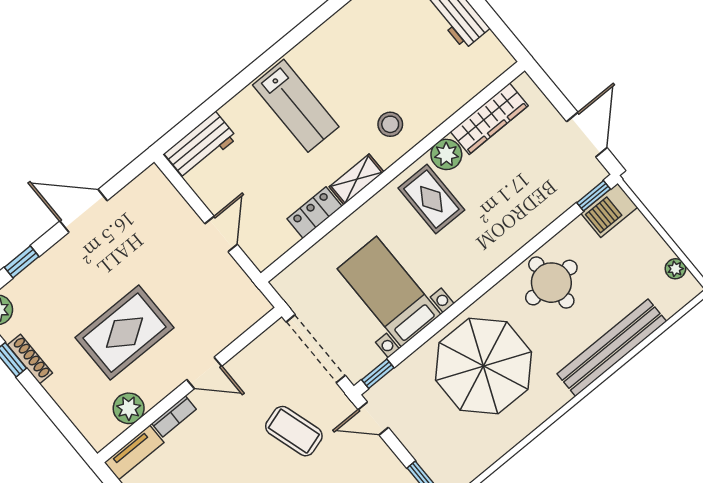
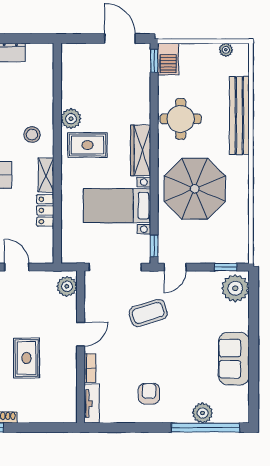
wardrobe: (489, 119) -> (141, 150), moved, turned 180
rug: (124, 333) -> (26, 358), width x0.73, depth x0.70
plant: (129, 408) -> (67, 286), moved

